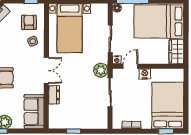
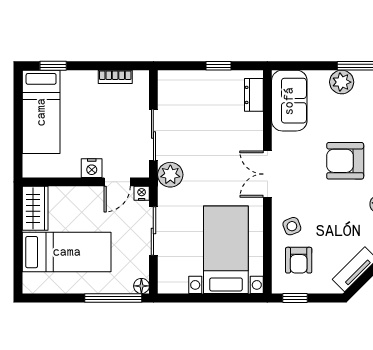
bed: (159, 21) -> (67, 252), width x0.67
dresser: (54, 95) -> (254, 95), moved
bed: (168, 106) -> (41, 112), width x0.67

